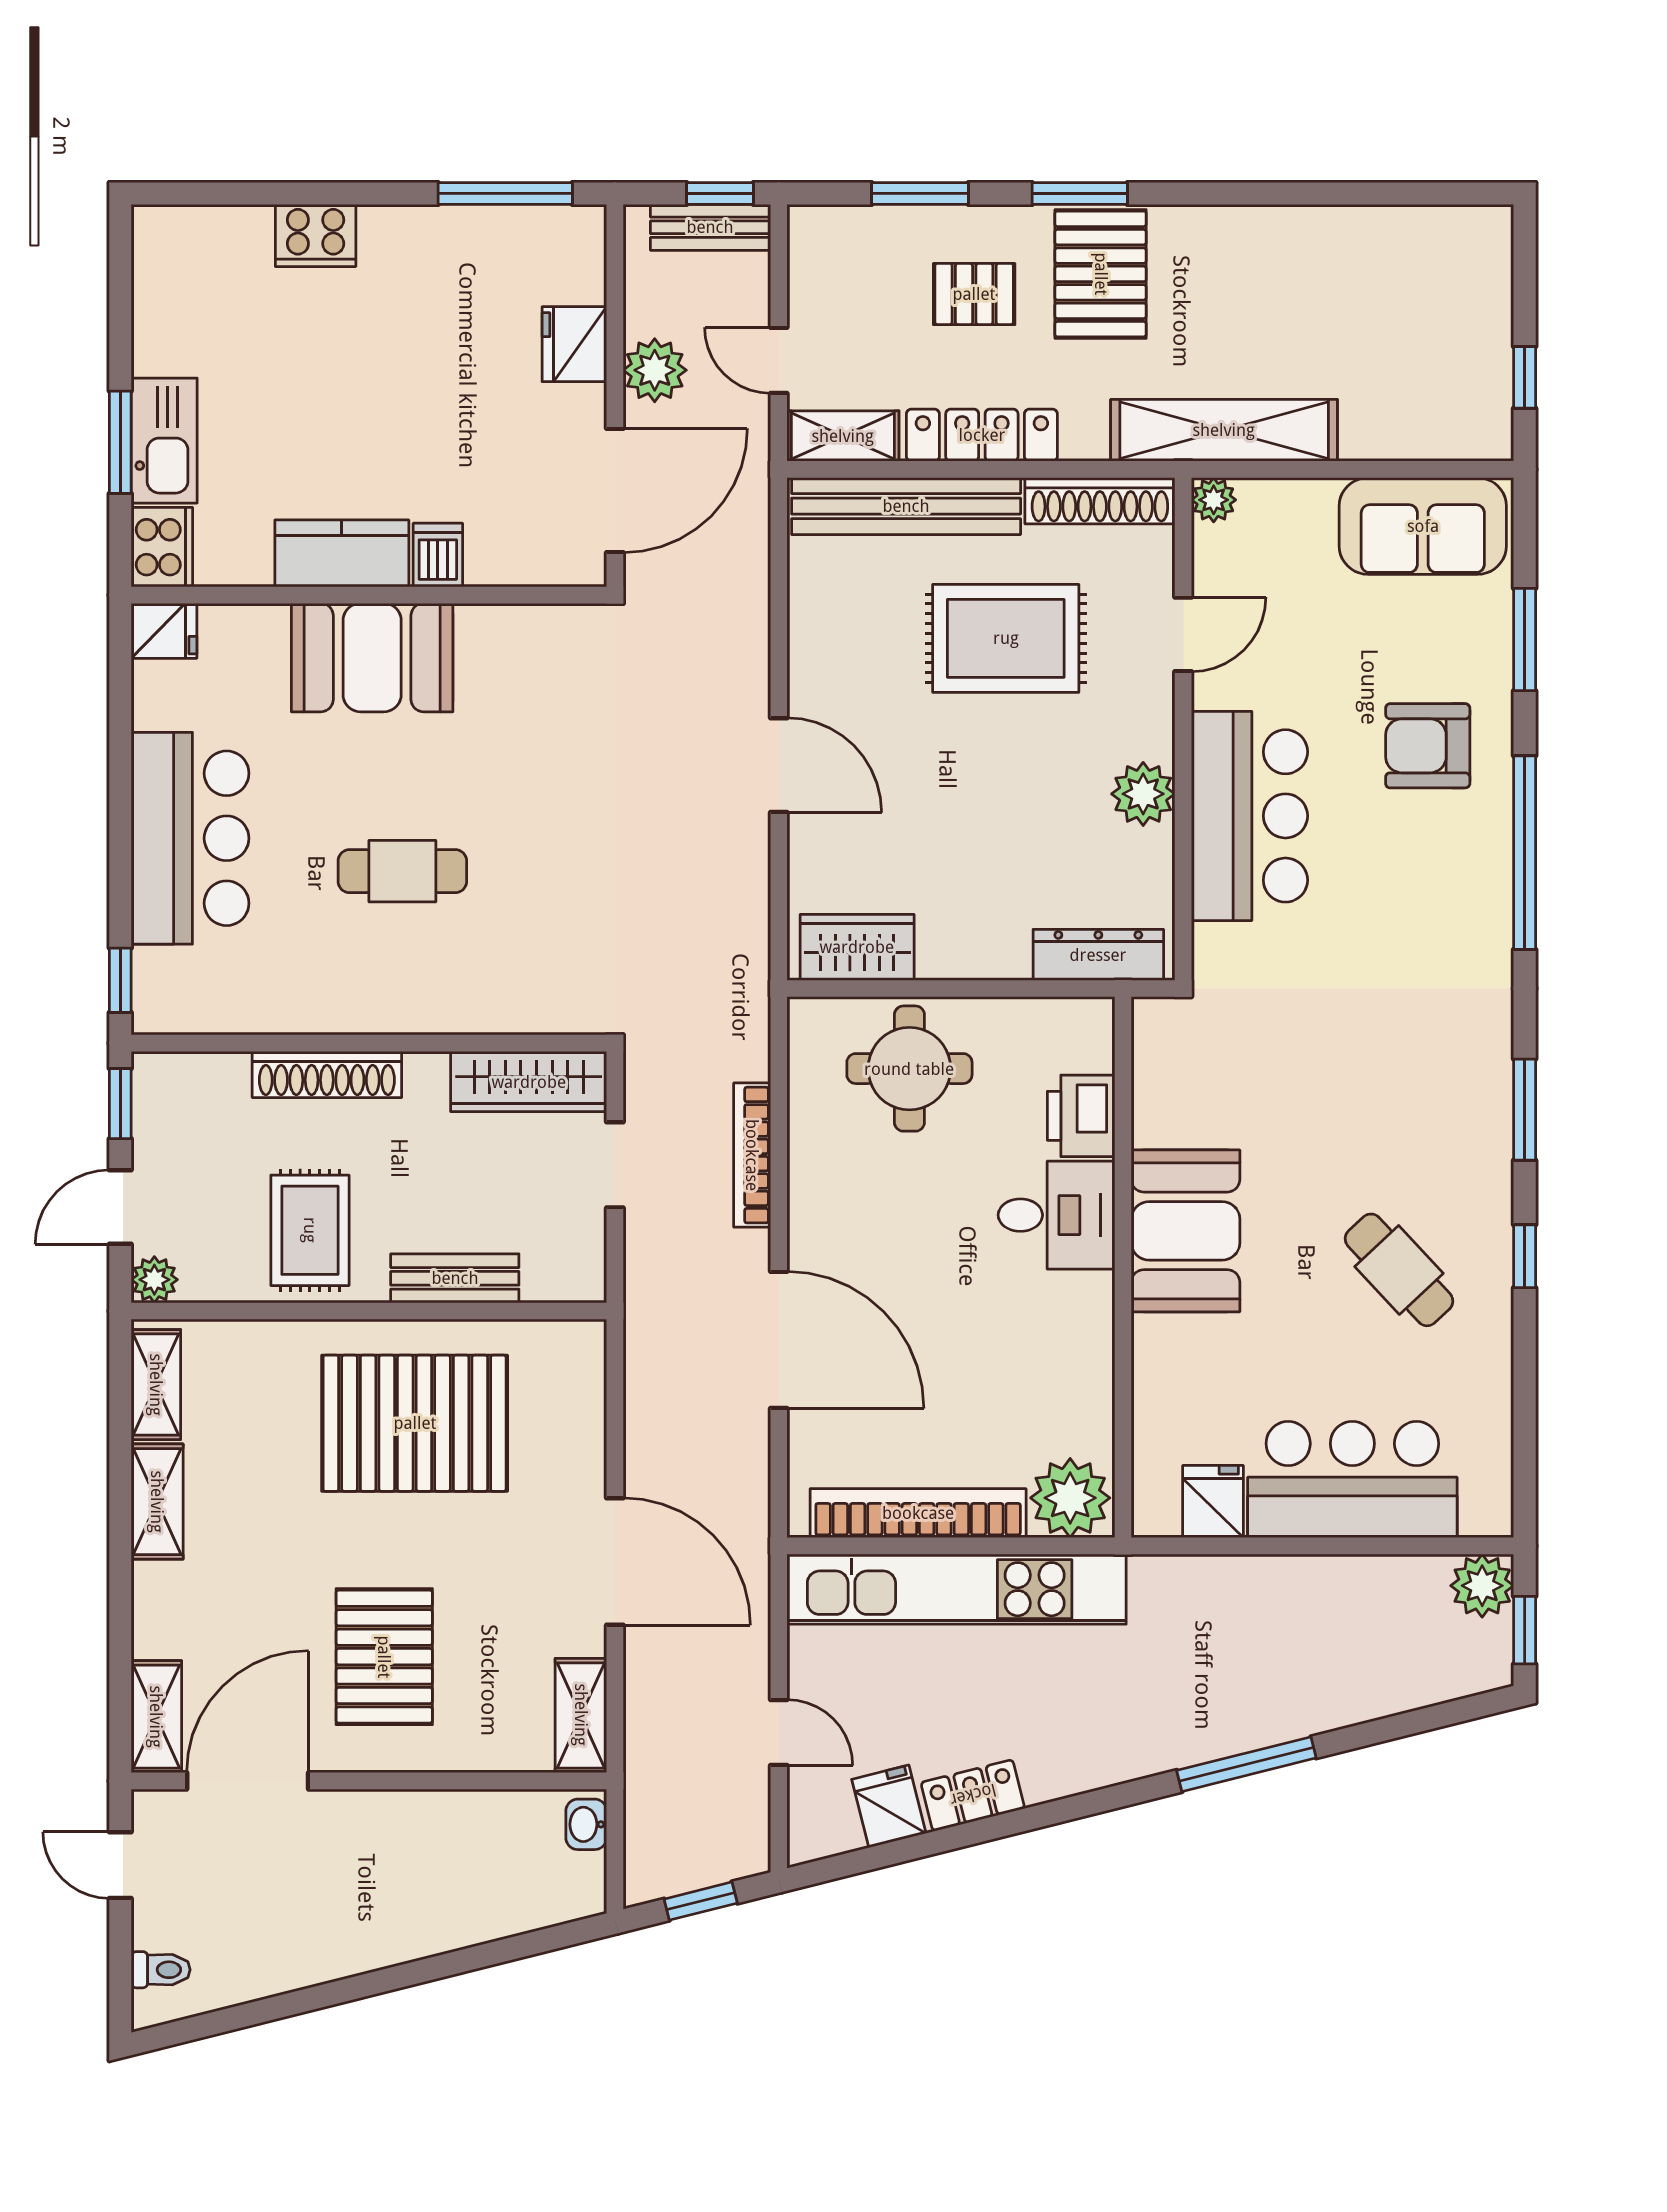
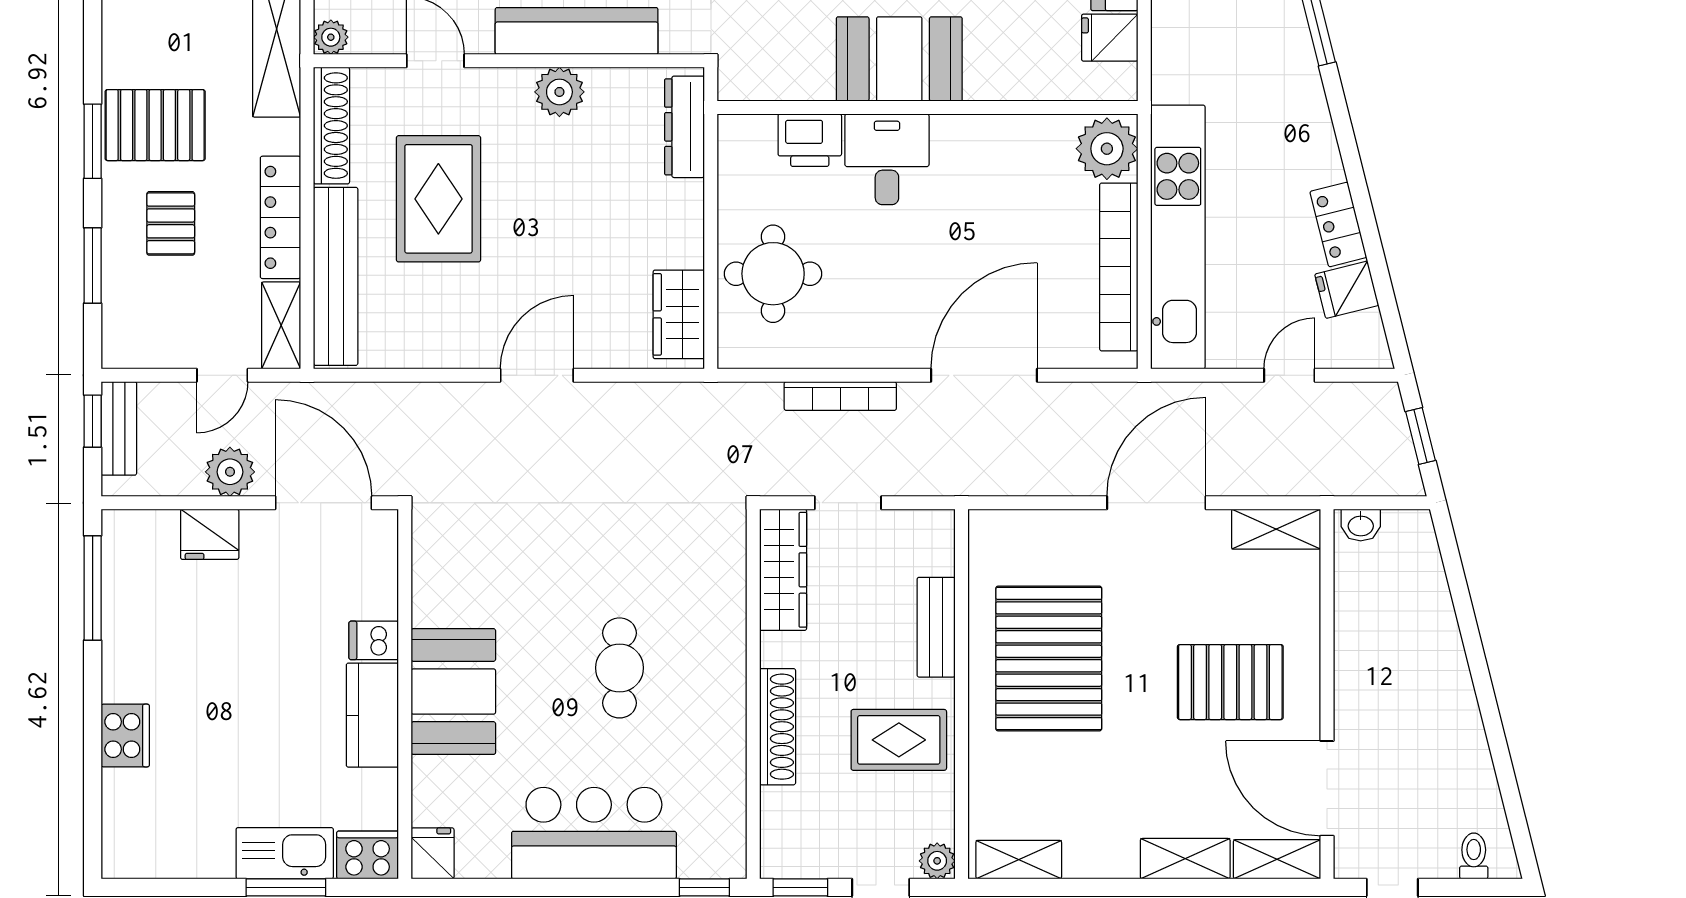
shelving: (157, 1502) -> (1185, 859), moved

